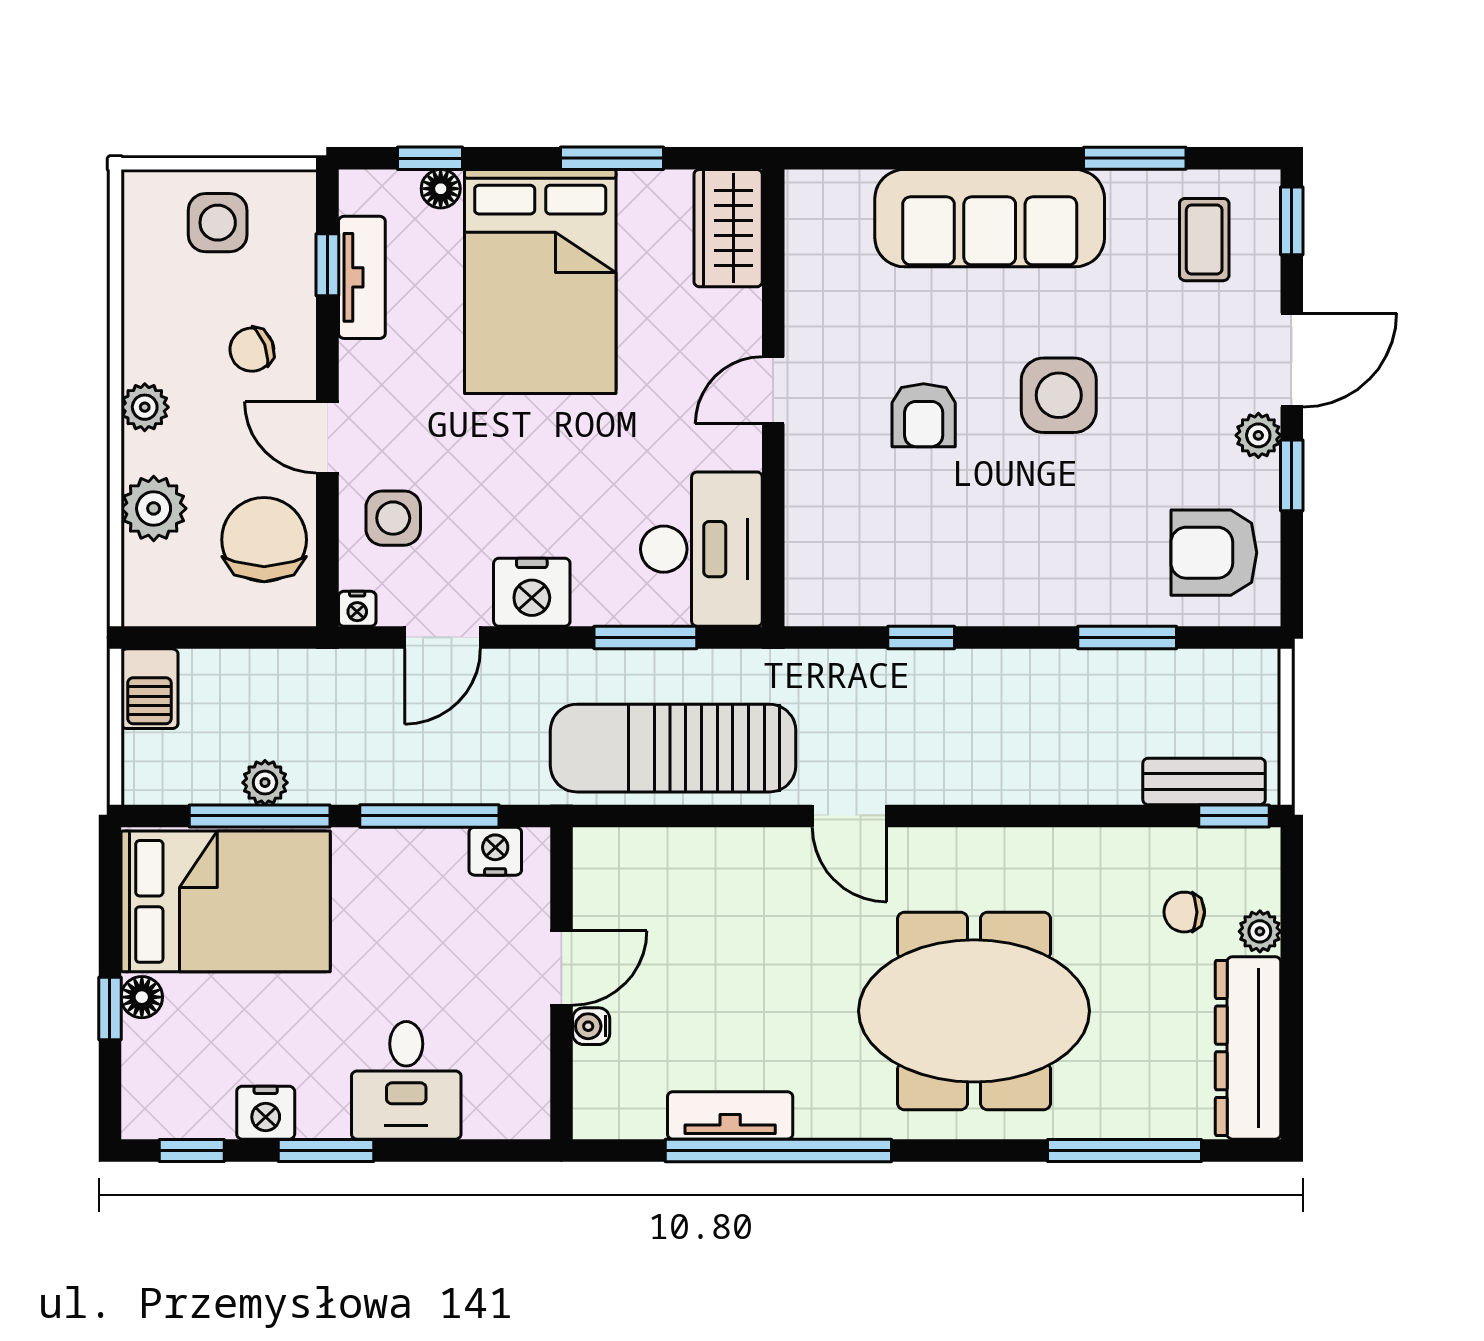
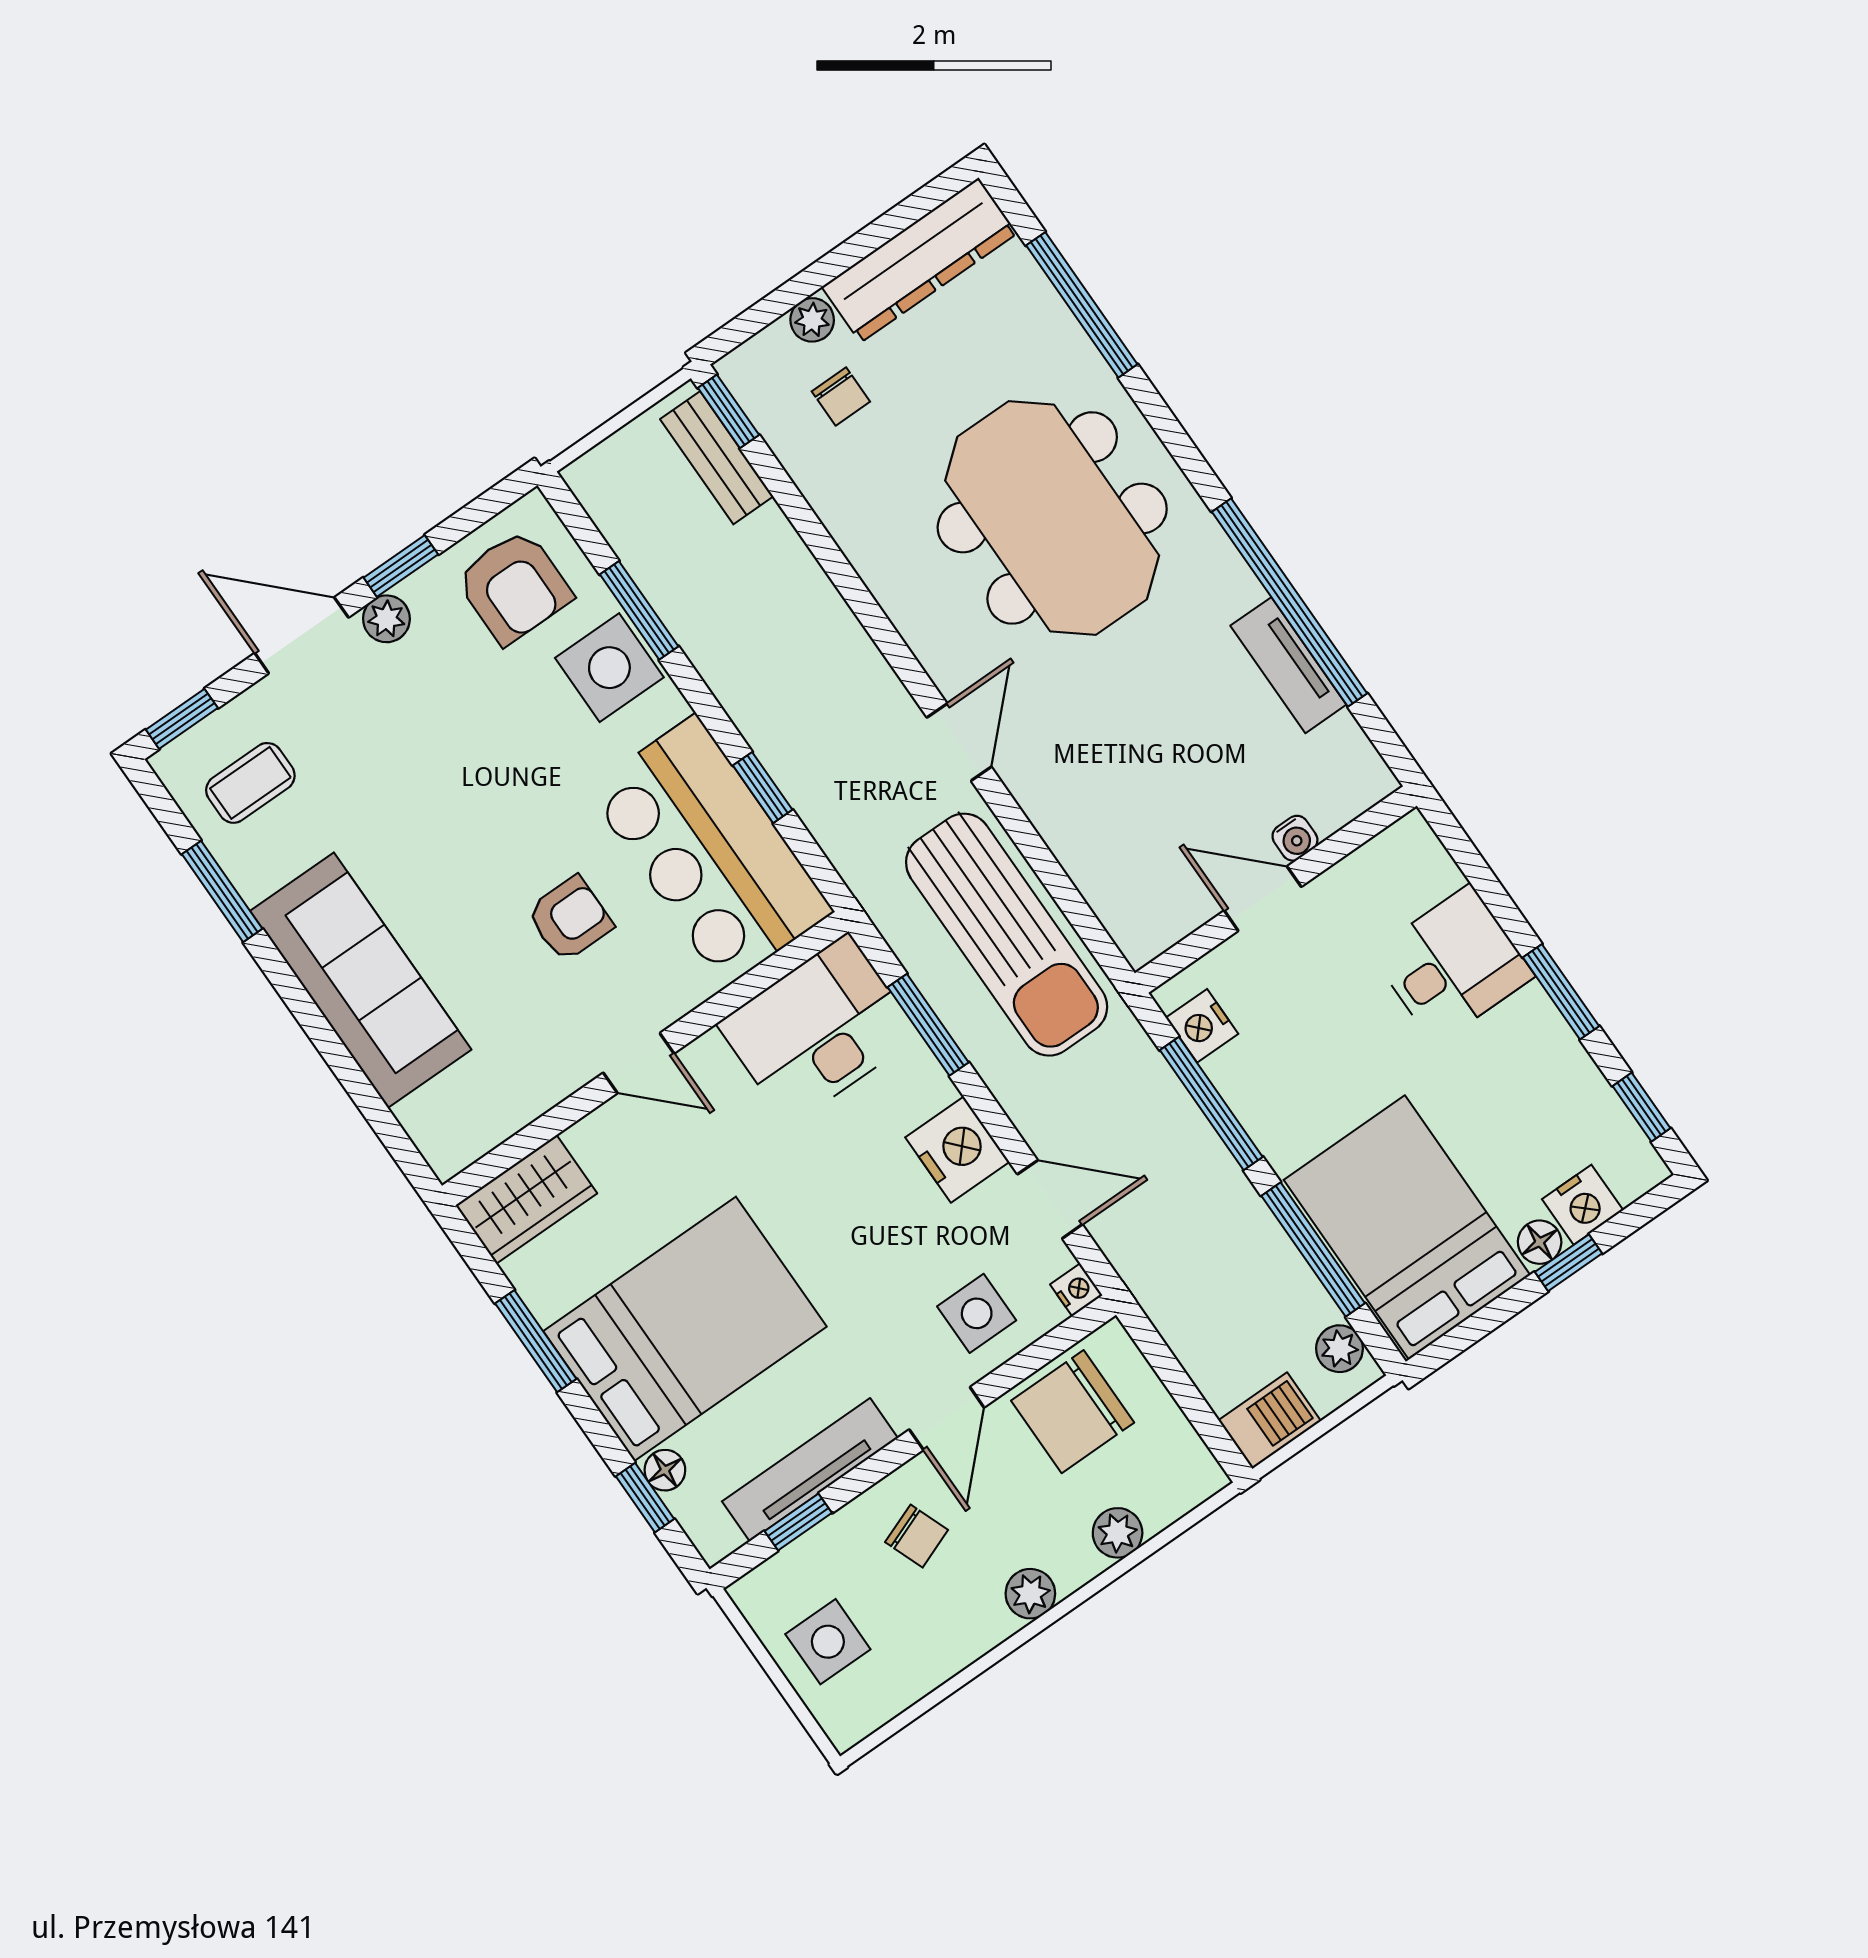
tv unit: (362, 277) -> (810, 1470), width x1.41
side table: (1059, 395) -> (609, 668), moved
plant: (154, 508) -> (1118, 1533), width x0.73, depth x0.73
bar counter: (900, 562) -> (710, 851), added
plant: (265, 783) -> (1339, 1349), moved
nightstand: (266, 1113) -> (1583, 1205), moved, turned 90

